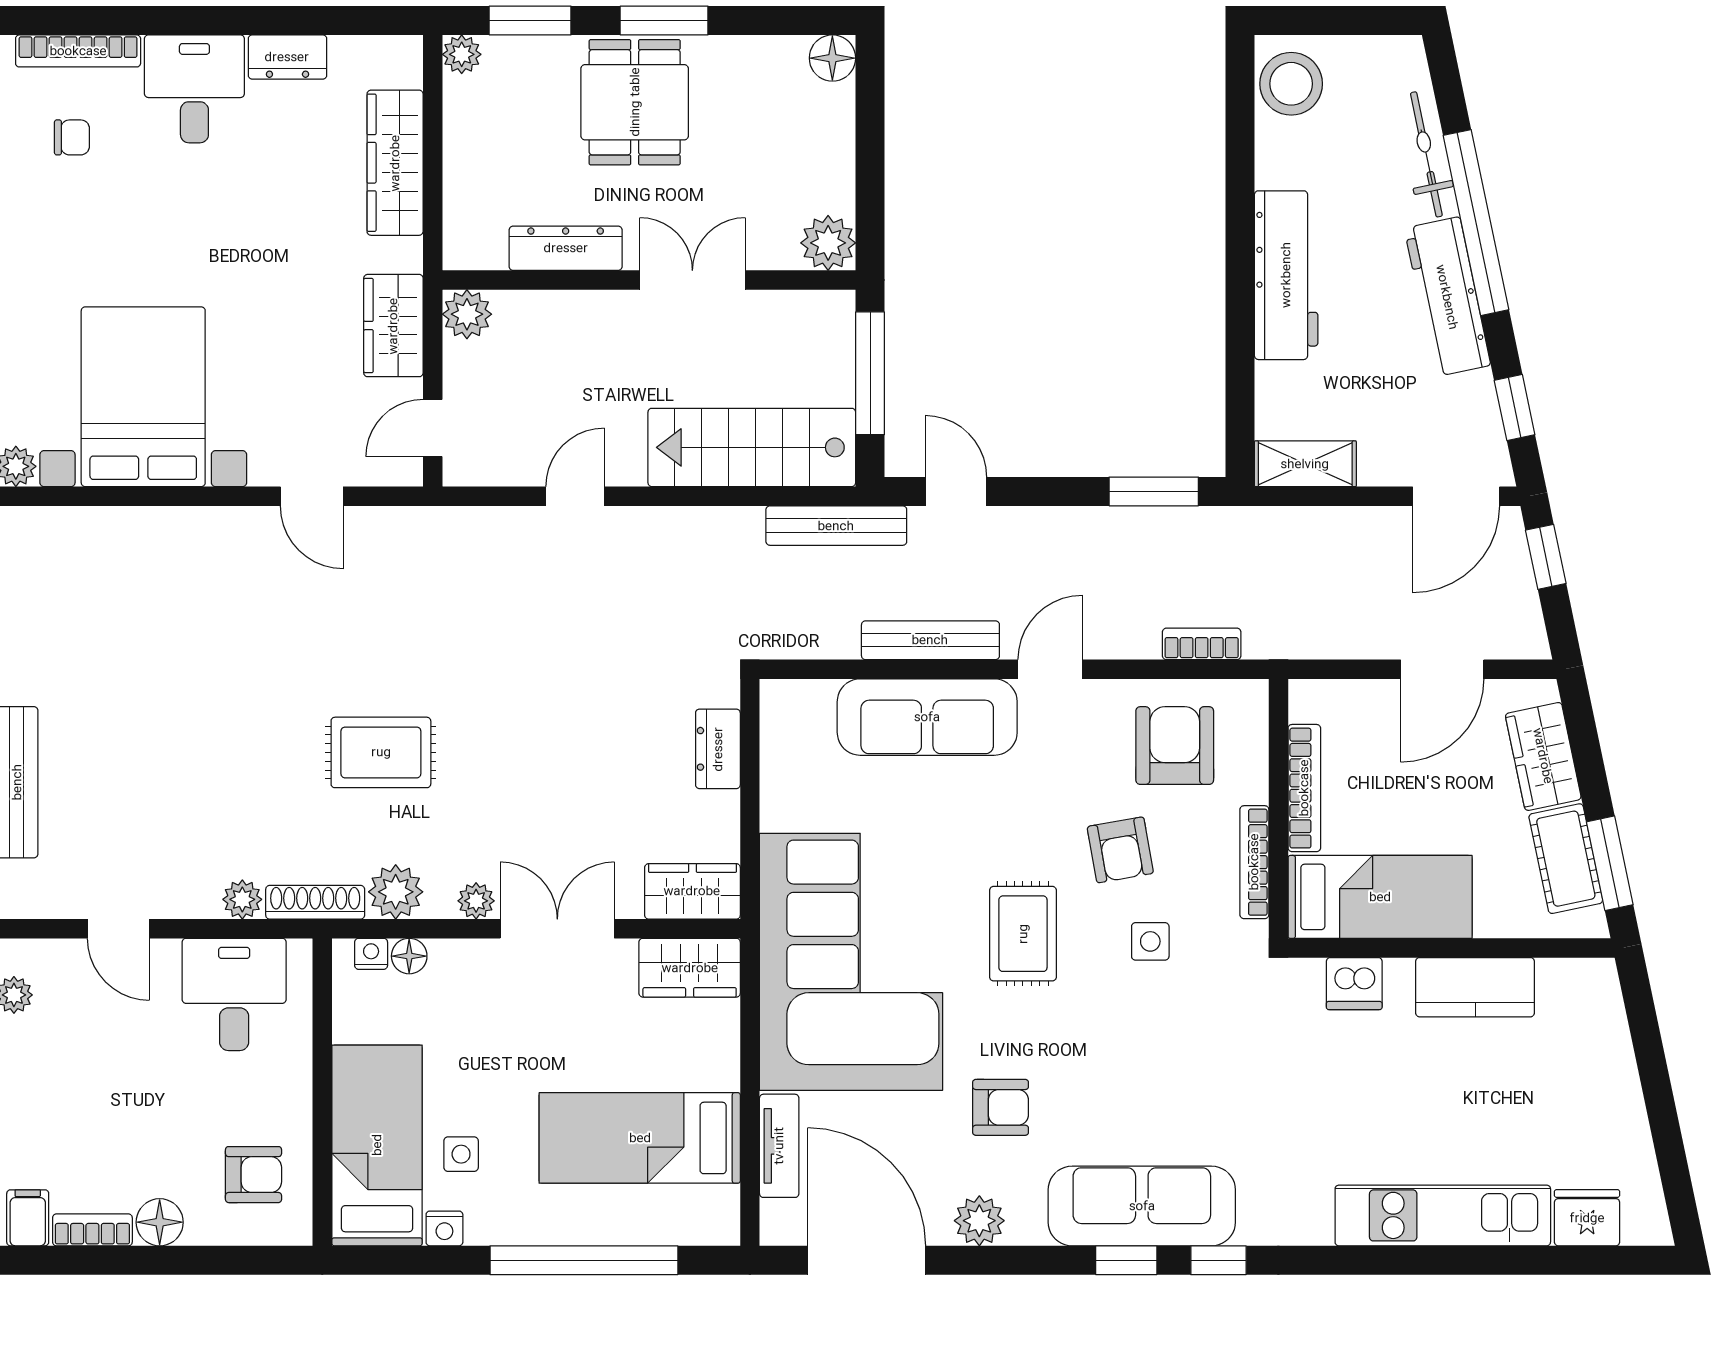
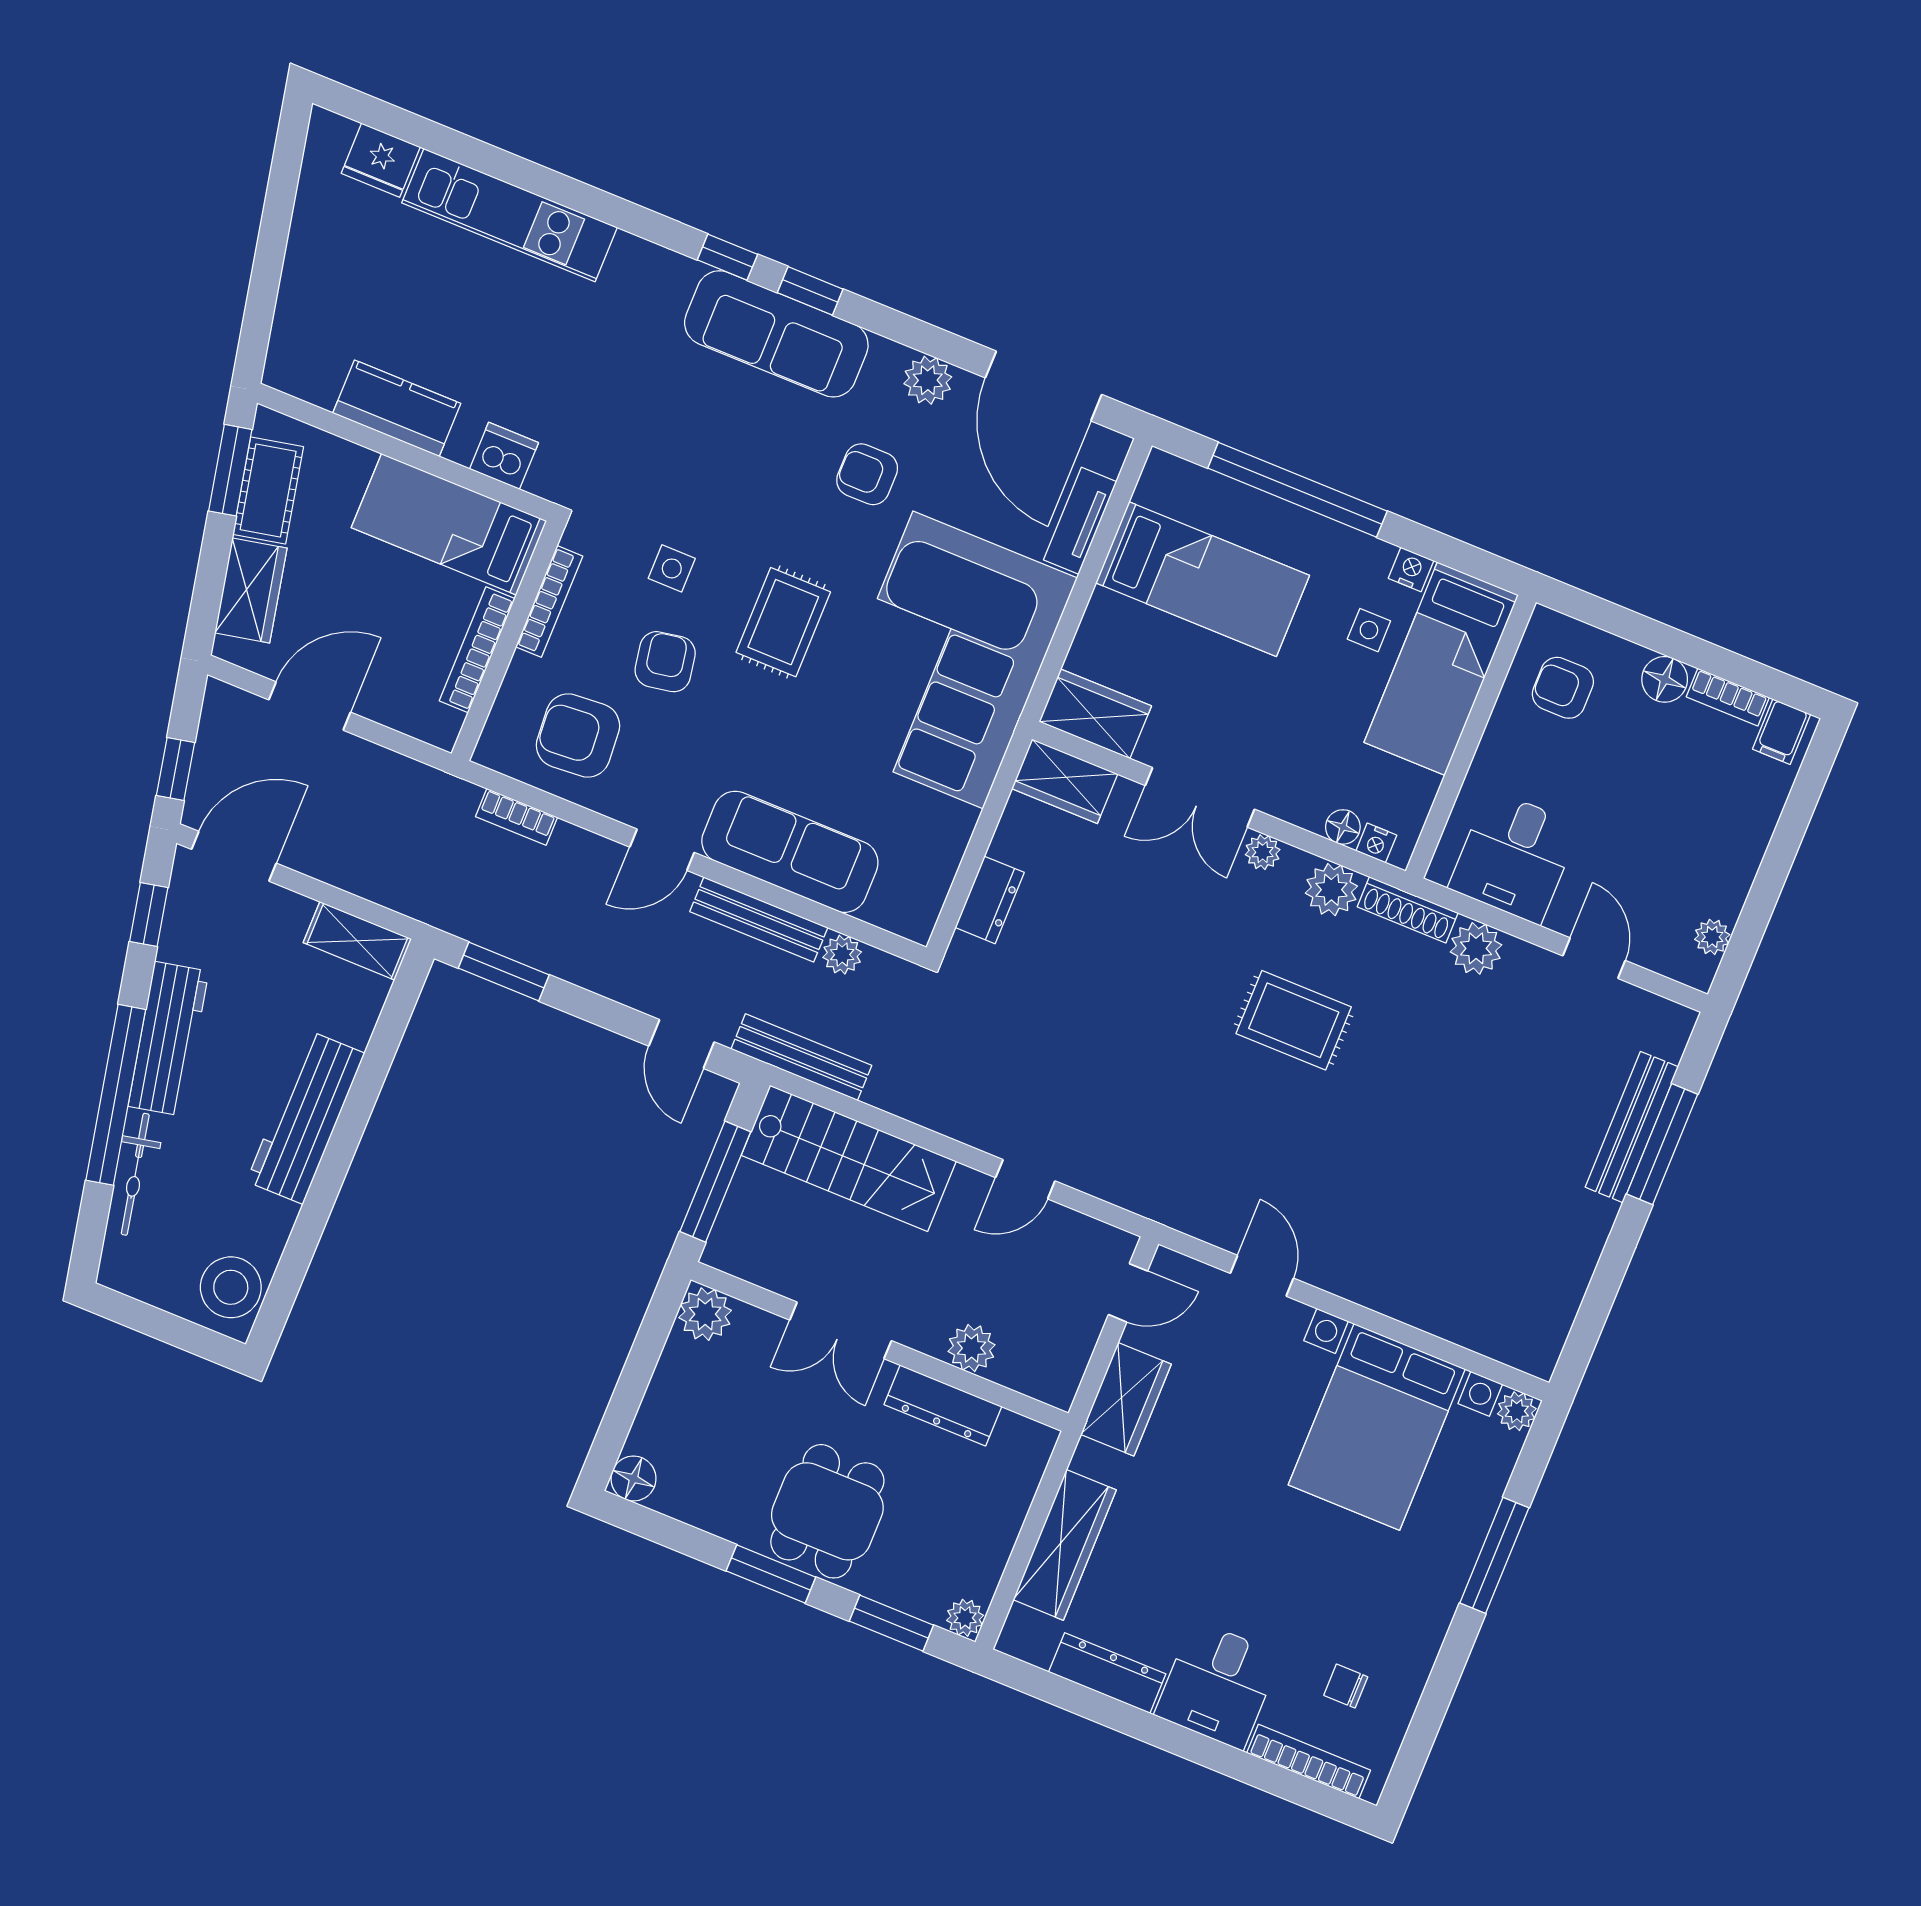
dresser: (287, 57) -> (1107, 1673), width x1.44
plant: (467, 314) -> (971, 1348), moved
plant: (837, 639) -> (842, 955), added
armchair: (1175, 746) -> (578, 735), turned 86
plant: (242, 899) -> (1476, 948), width x1.38, depth x1.38

